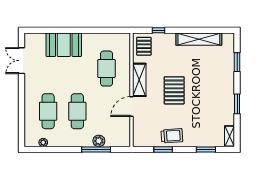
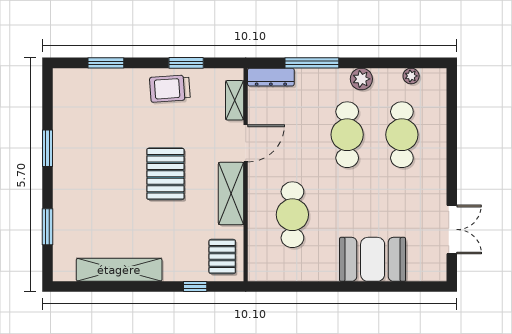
shelving: (229, 136) -> (235, 100), moved
plant: (99, 141) -> (361, 79), moved
dresser: (118, 142) -> (271, 77), added

